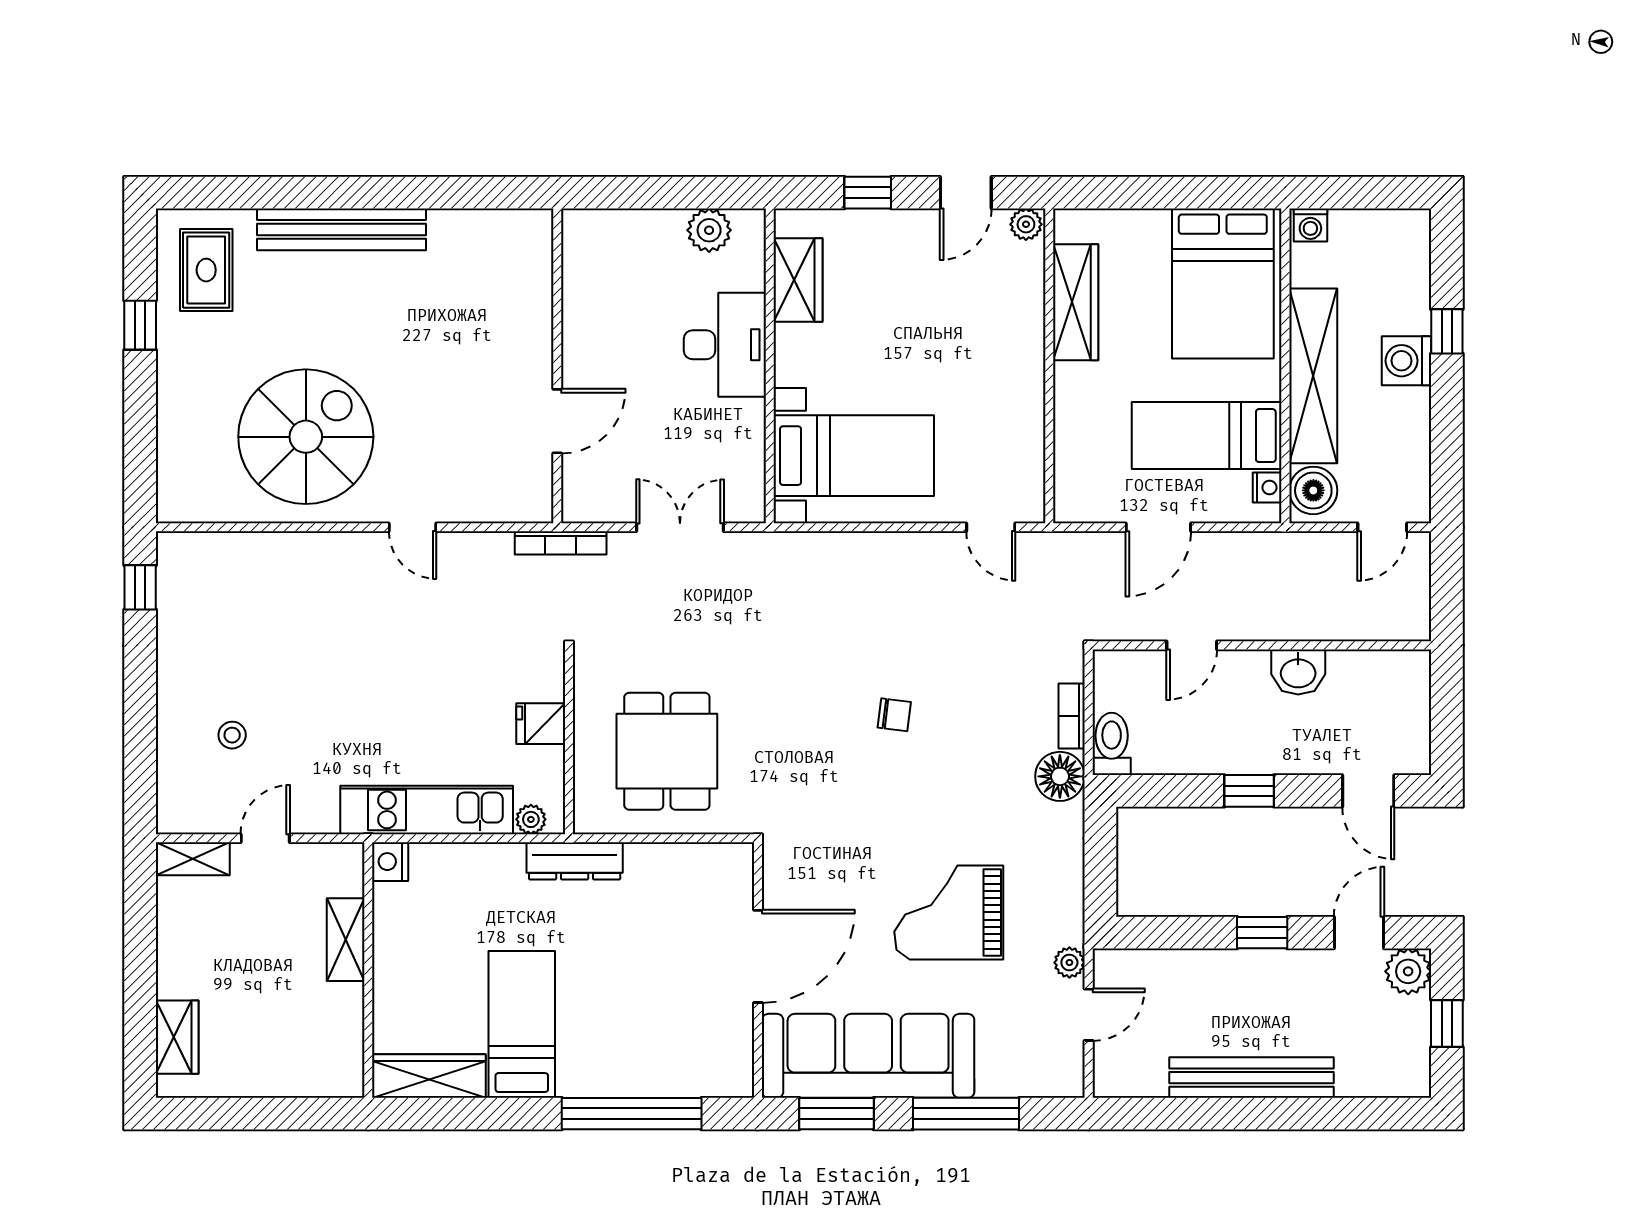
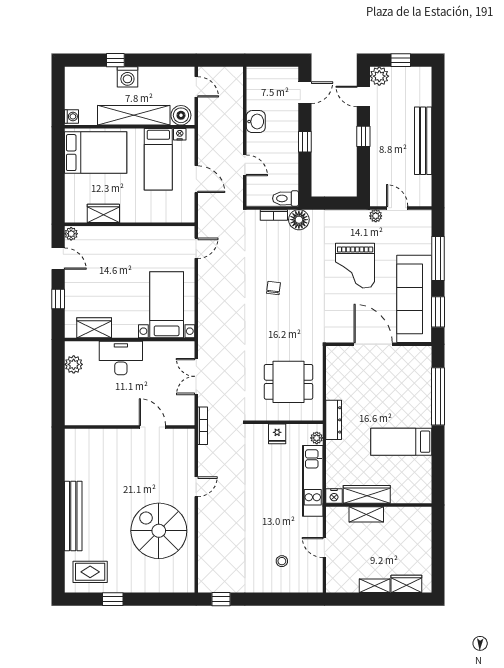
wardrobe: (1076, 302) -> (103, 213), width x0.67
shelving: (193, 859) -> (375, 586), moved, turned 90
wardrobe: (429, 1076) -> (367, 494), moved, turned 90

